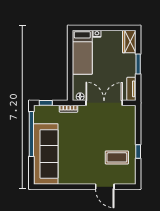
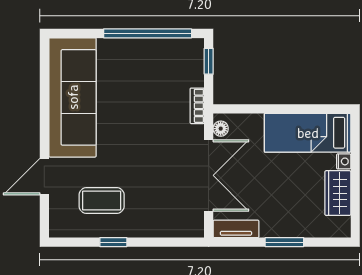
wardrobe: (129, 42) -> (338, 193), moved, turned -90
sofa: (46, 154) -> (73, 97), moved, turned -90
coffee table: (117, 157) -> (102, 201), turned 90

